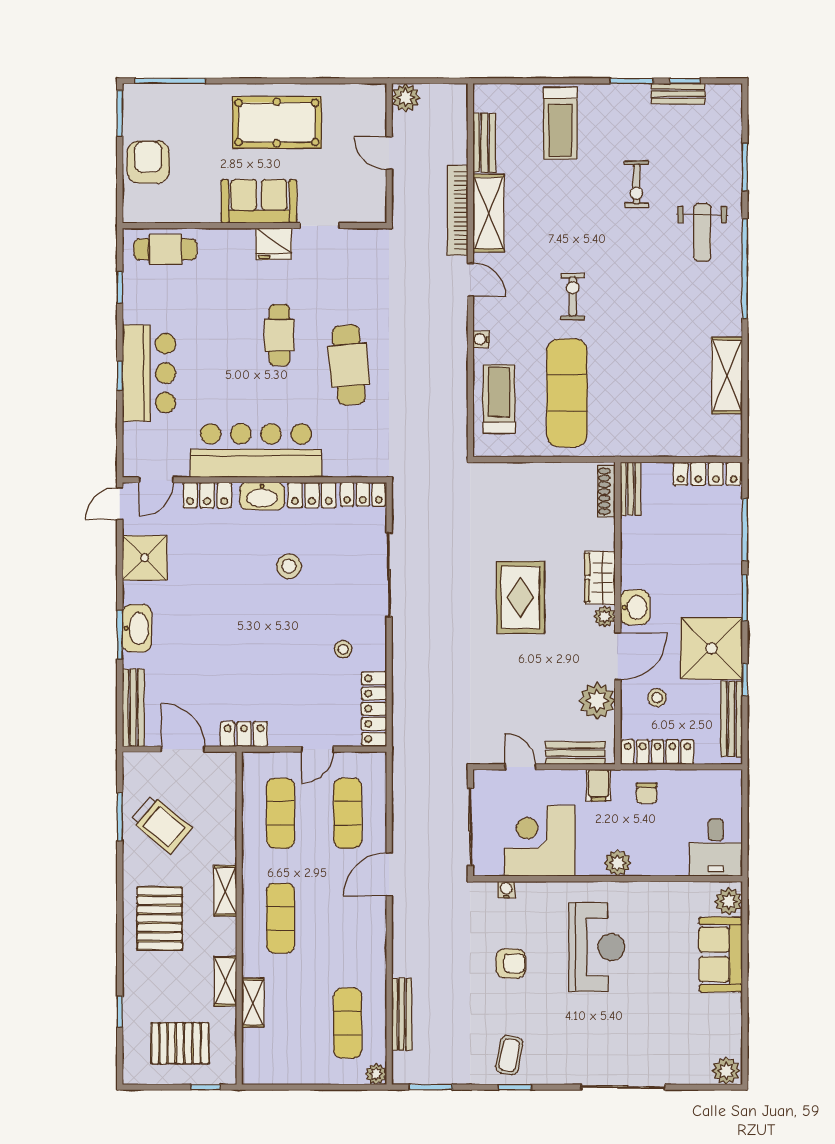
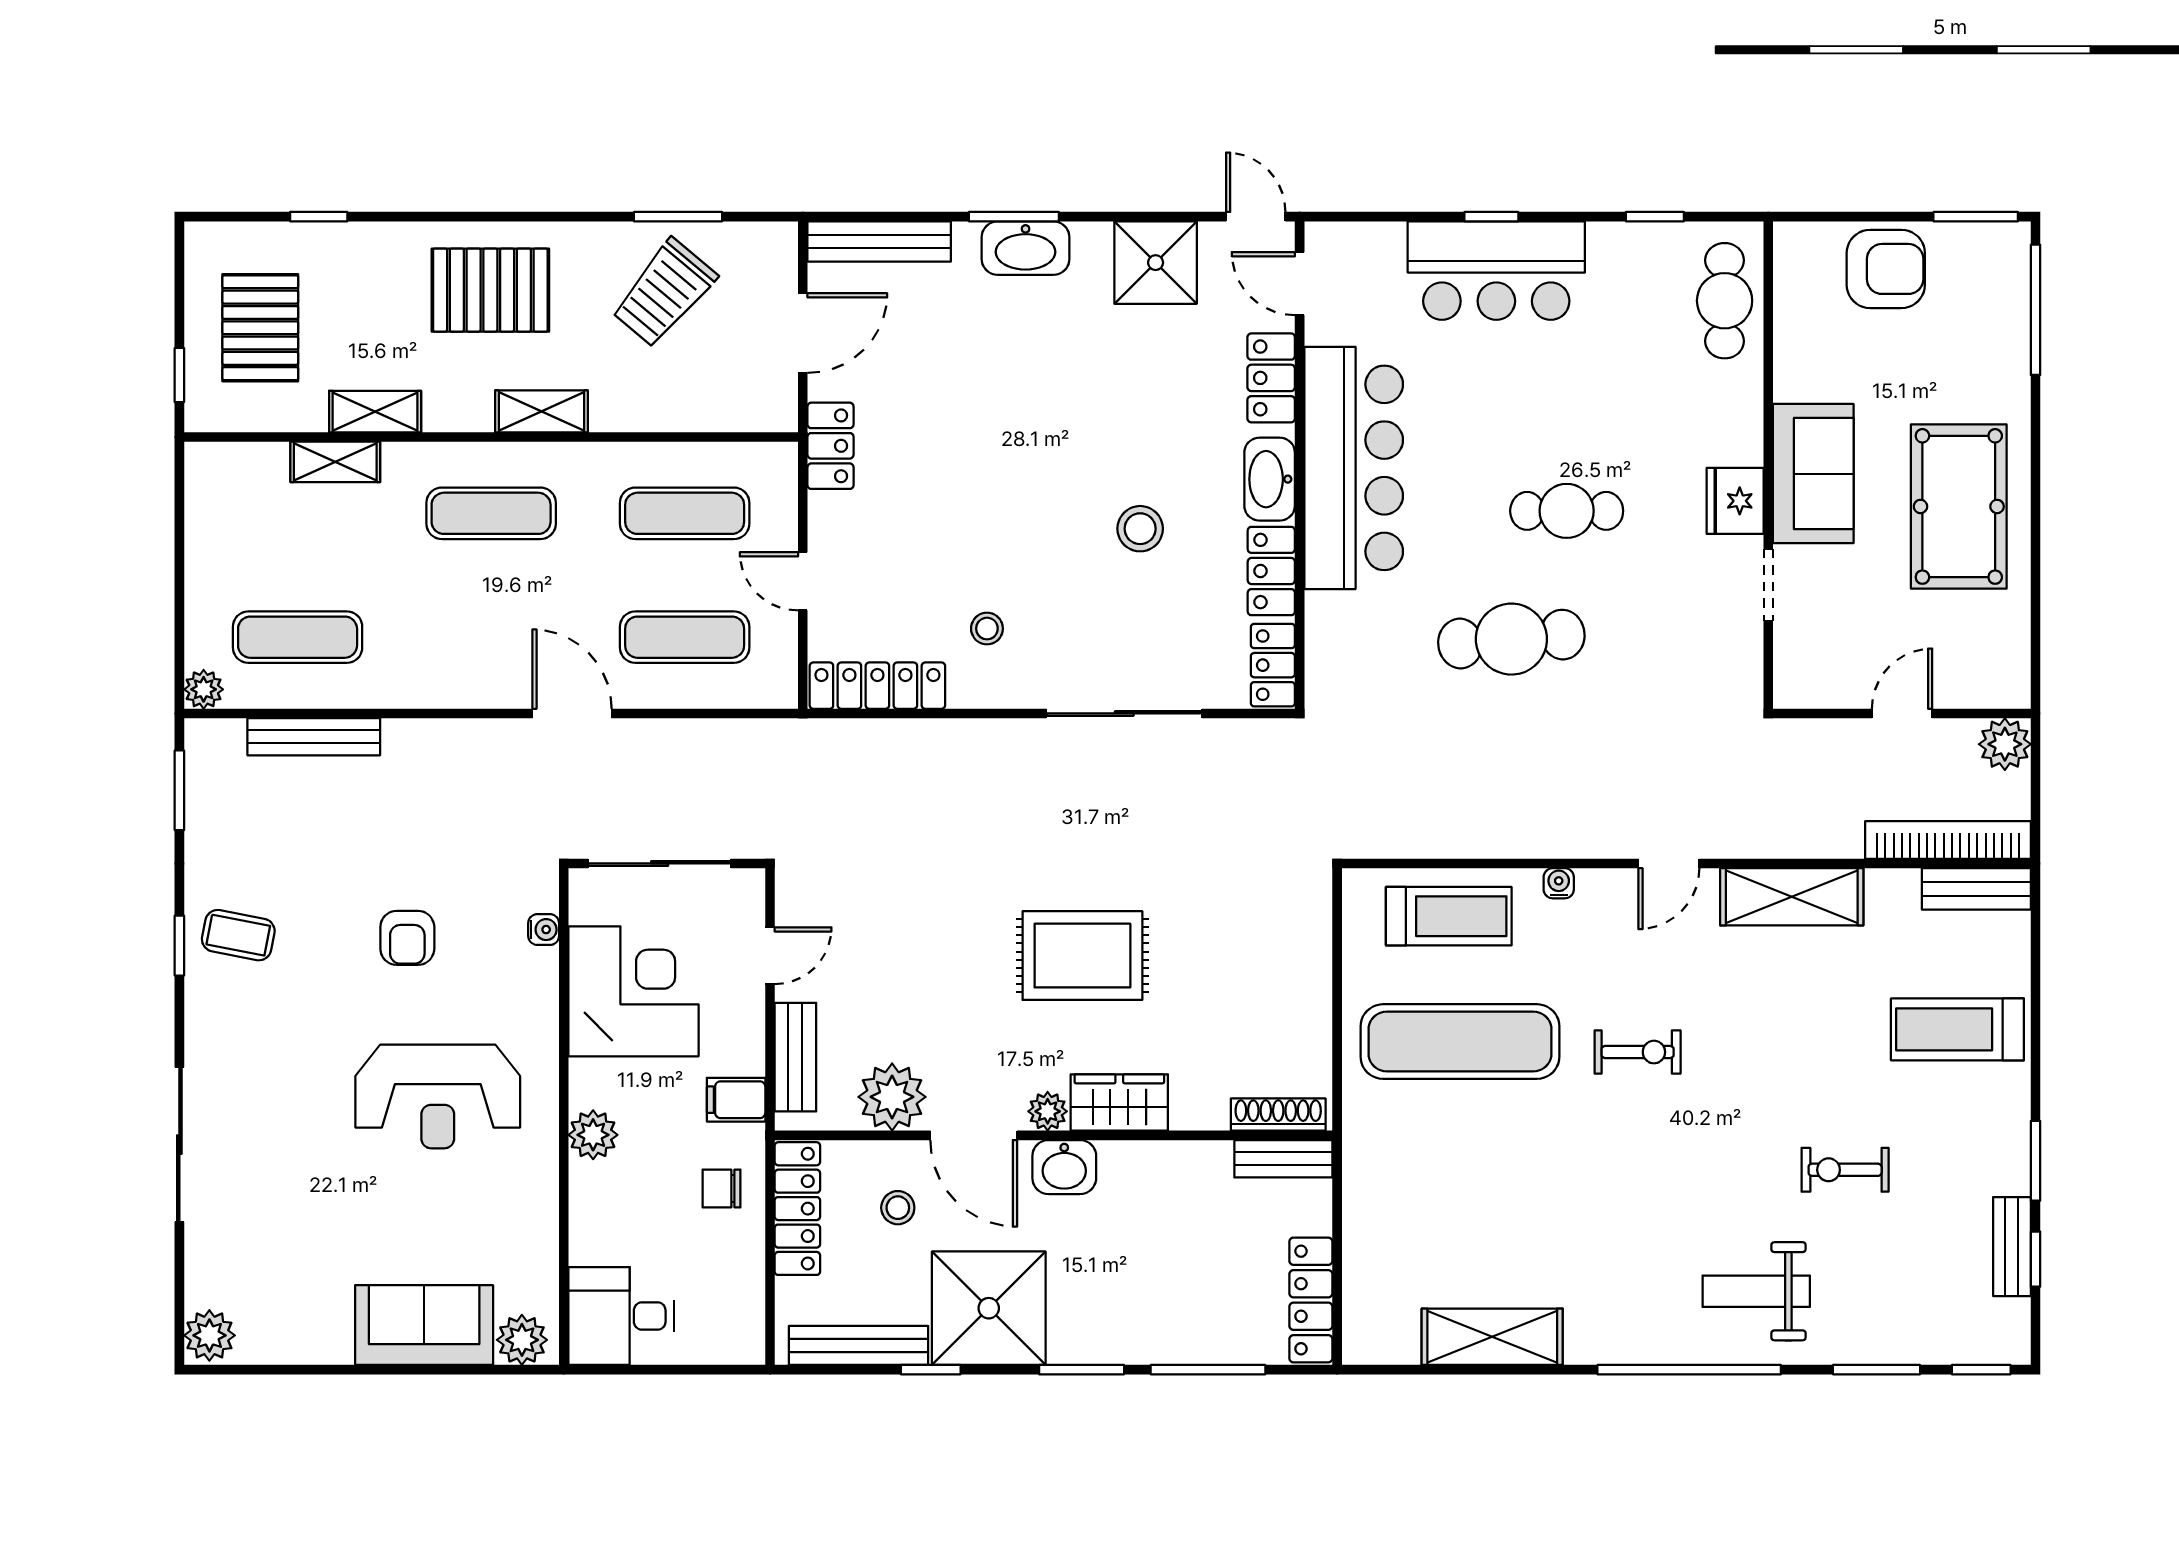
window: (745, 110) -> (1981, 1370), added
bench: (484, 143) -> (1976, 889), moved
bookcase: (458, 210) -> (1948, 840), moved

